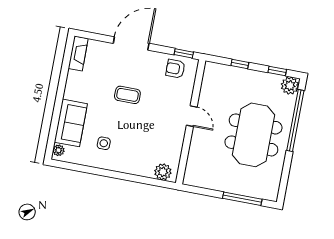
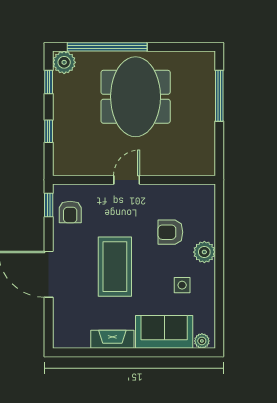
fireplace: (78, 53) -> (112, 339), moved
coffee table: (127, 95) -> (115, 267), width x1.86, depth x1.72
meeting table: (253, 135) -> (136, 97), turned 90
armchair: (146, 142) -> (170, 232), added
plant: (163, 172) -> (204, 252), moved

